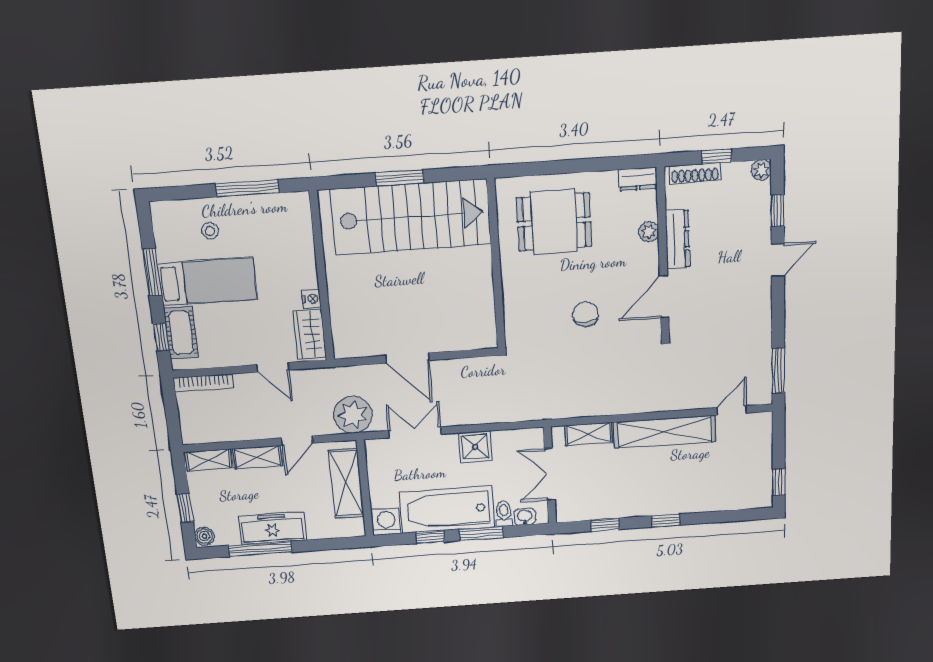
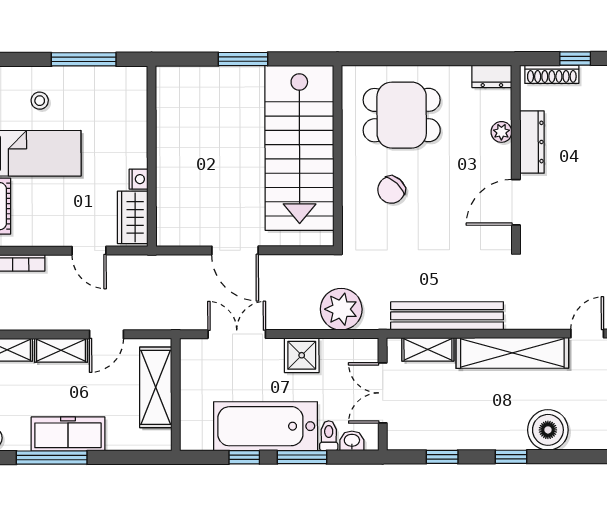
stairs: (411, 217) -> (299, 148), moved, turned 90
chair: (585, 314) -> (391, 190), moved, turned -140
bench: (604, 403) -> (447, 316), added
plant: (353, 415) -> (341, 309), moved
boiler: (698, 496) -> (548, 430), added
washing machine: (387, 522) -> (196, 436), removed

